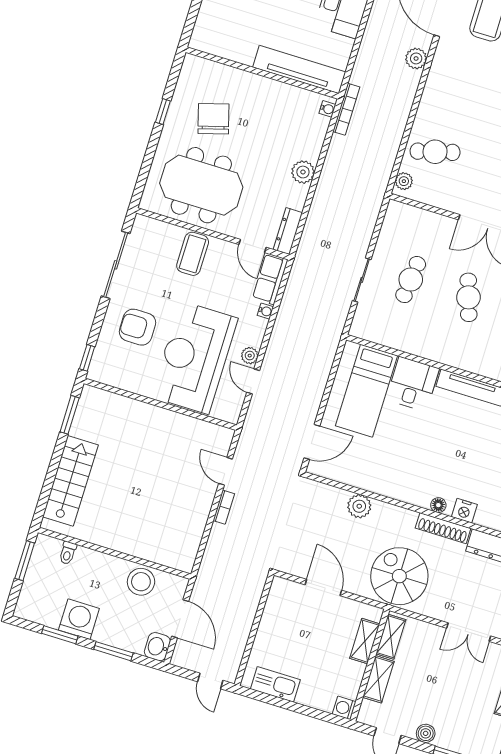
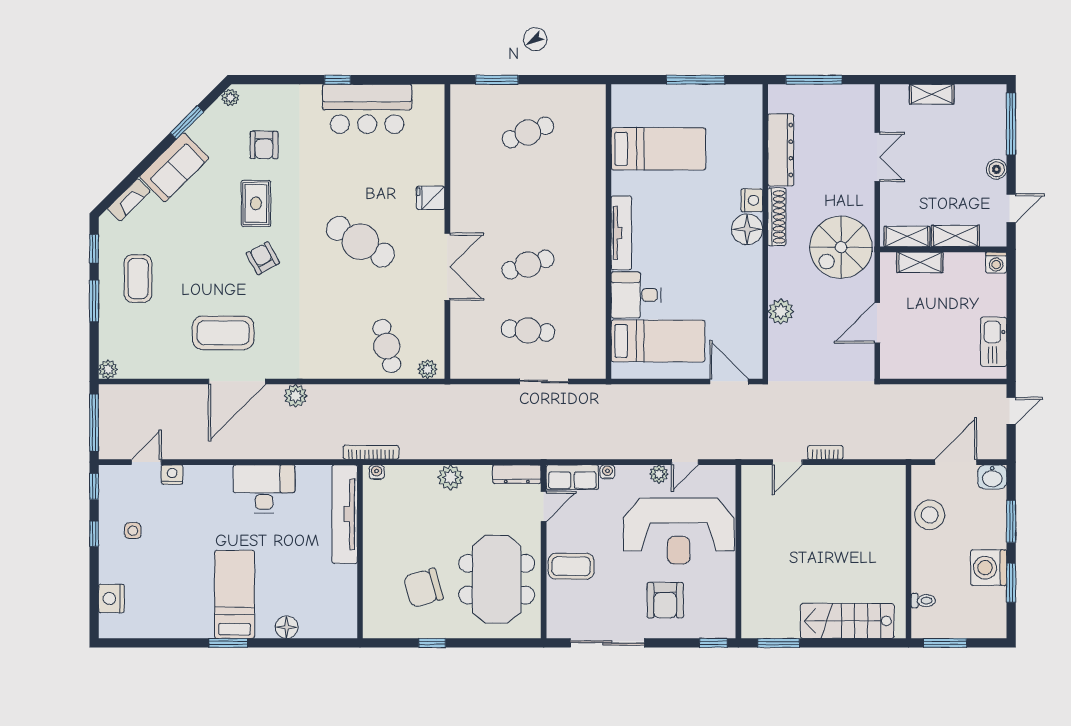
floor lamp: (438, 505) -> (747, 229), width x1.89, depth x1.89

